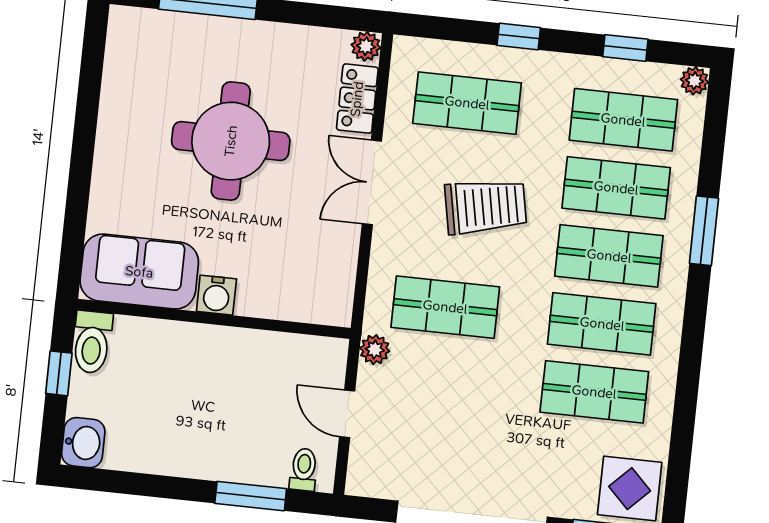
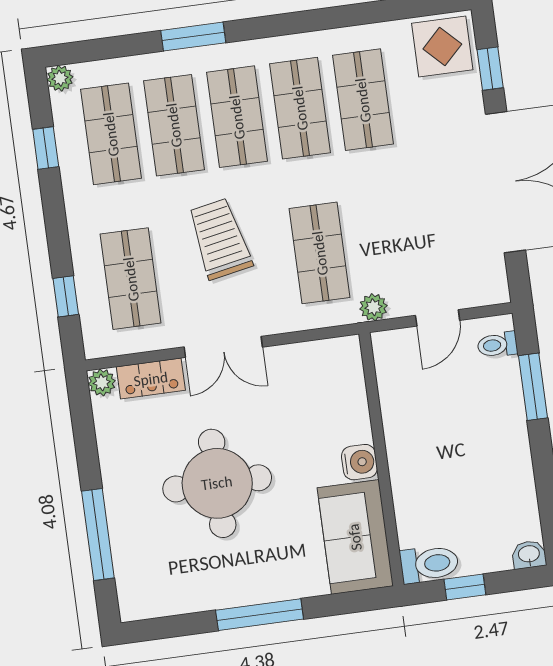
window: (519, 37) -> (66, 296), moved
window: (83, 152) -> (260, 615), added
washbasin: (83, 443) -> (529, 555), width x0.72, depth x0.69

